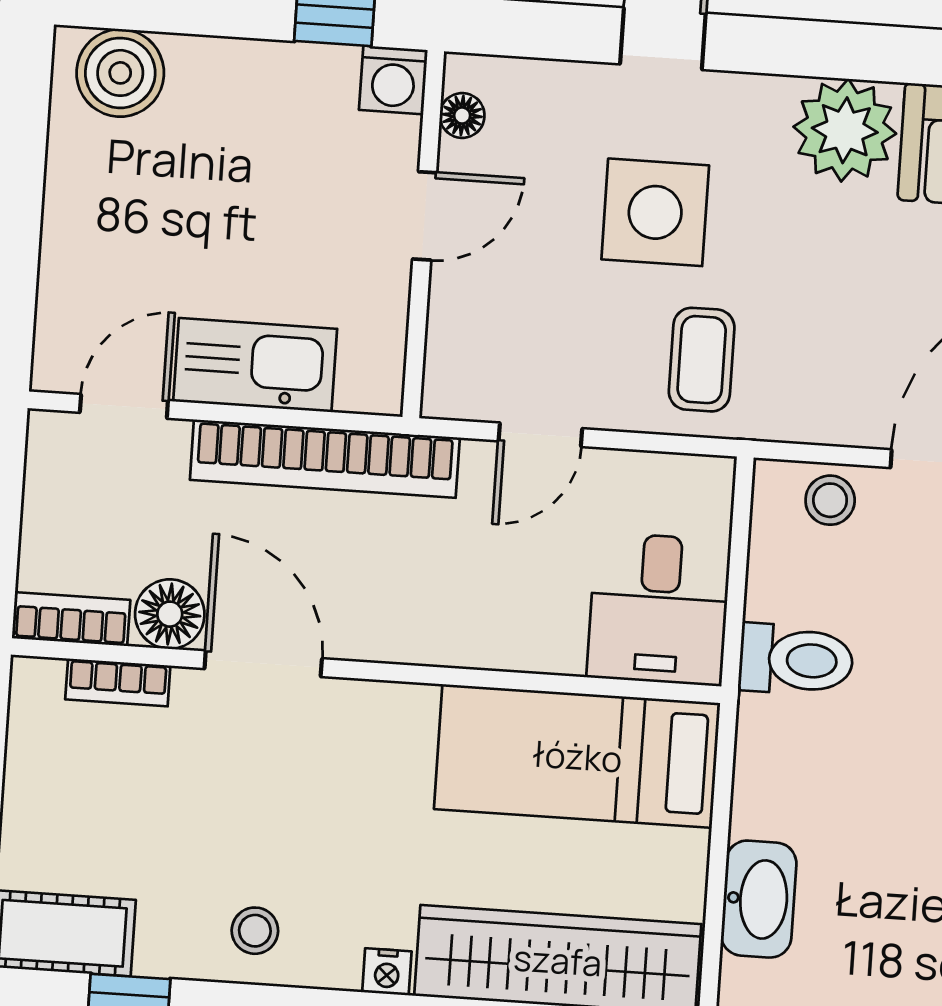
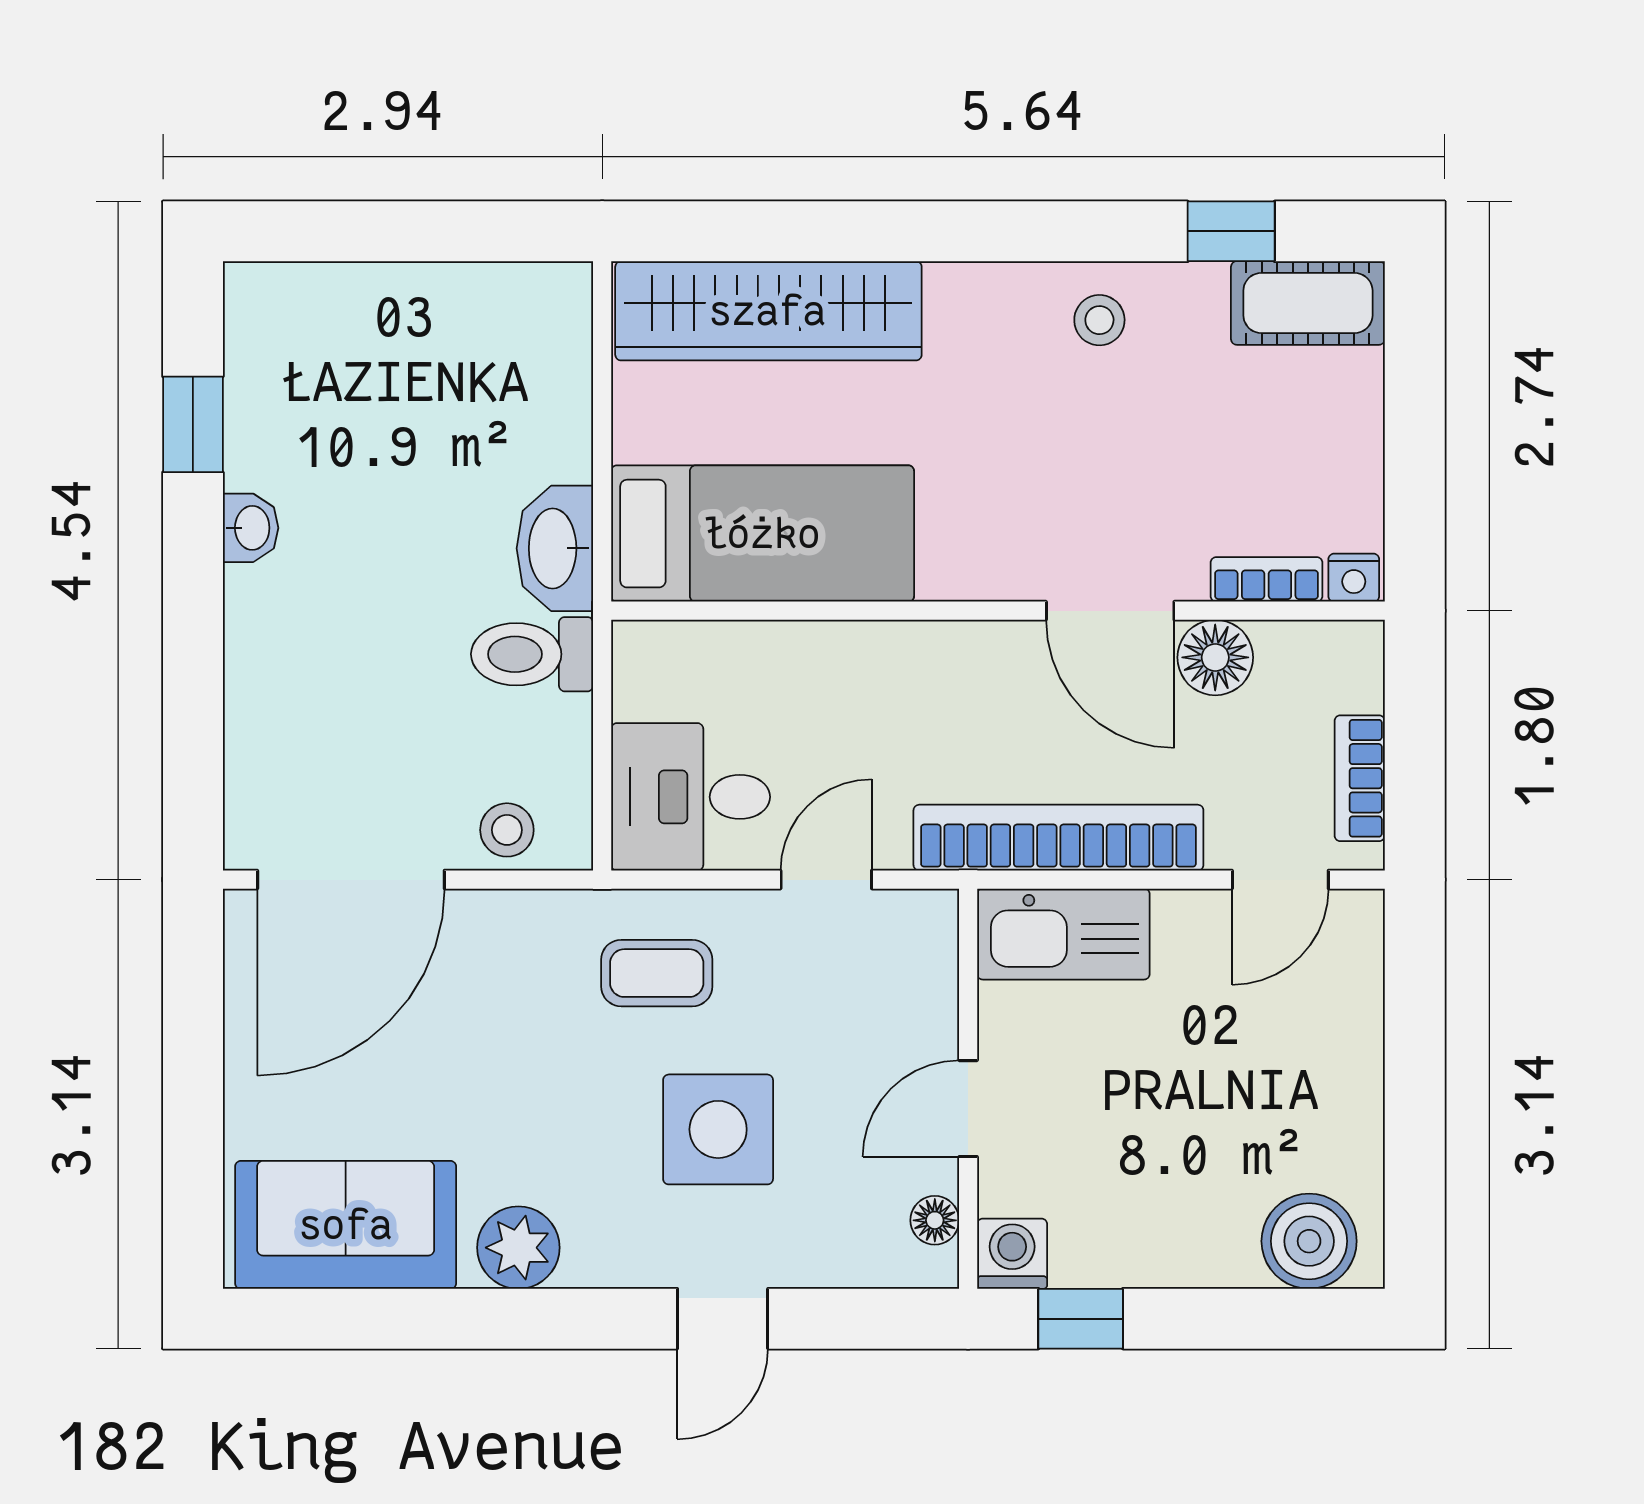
plant: (845, 130) -> (518, 1248), width x0.73, depth x0.73
coffee table: (702, 360) -> (657, 973), turned 90
kitchen sink: (255, 365) -> (1063, 934), moved
desk: (659, 609) -> (691, 797), moved, turned -90
bookcase: (71, 619) -> (1360, 778), moved, turned 90
washbasin: (759, 899) -> (555, 548), moved
nightstand: (387, 972) -> (1354, 578), moved, turned 180

